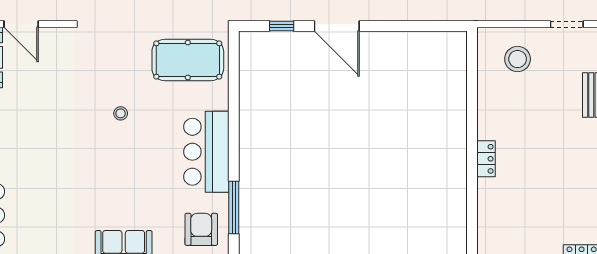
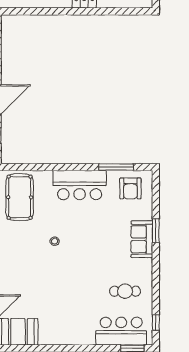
cafe table: (44, 221) -> (125, 291), added
armchair: (201, 229) -> (130, 188), turned -90

